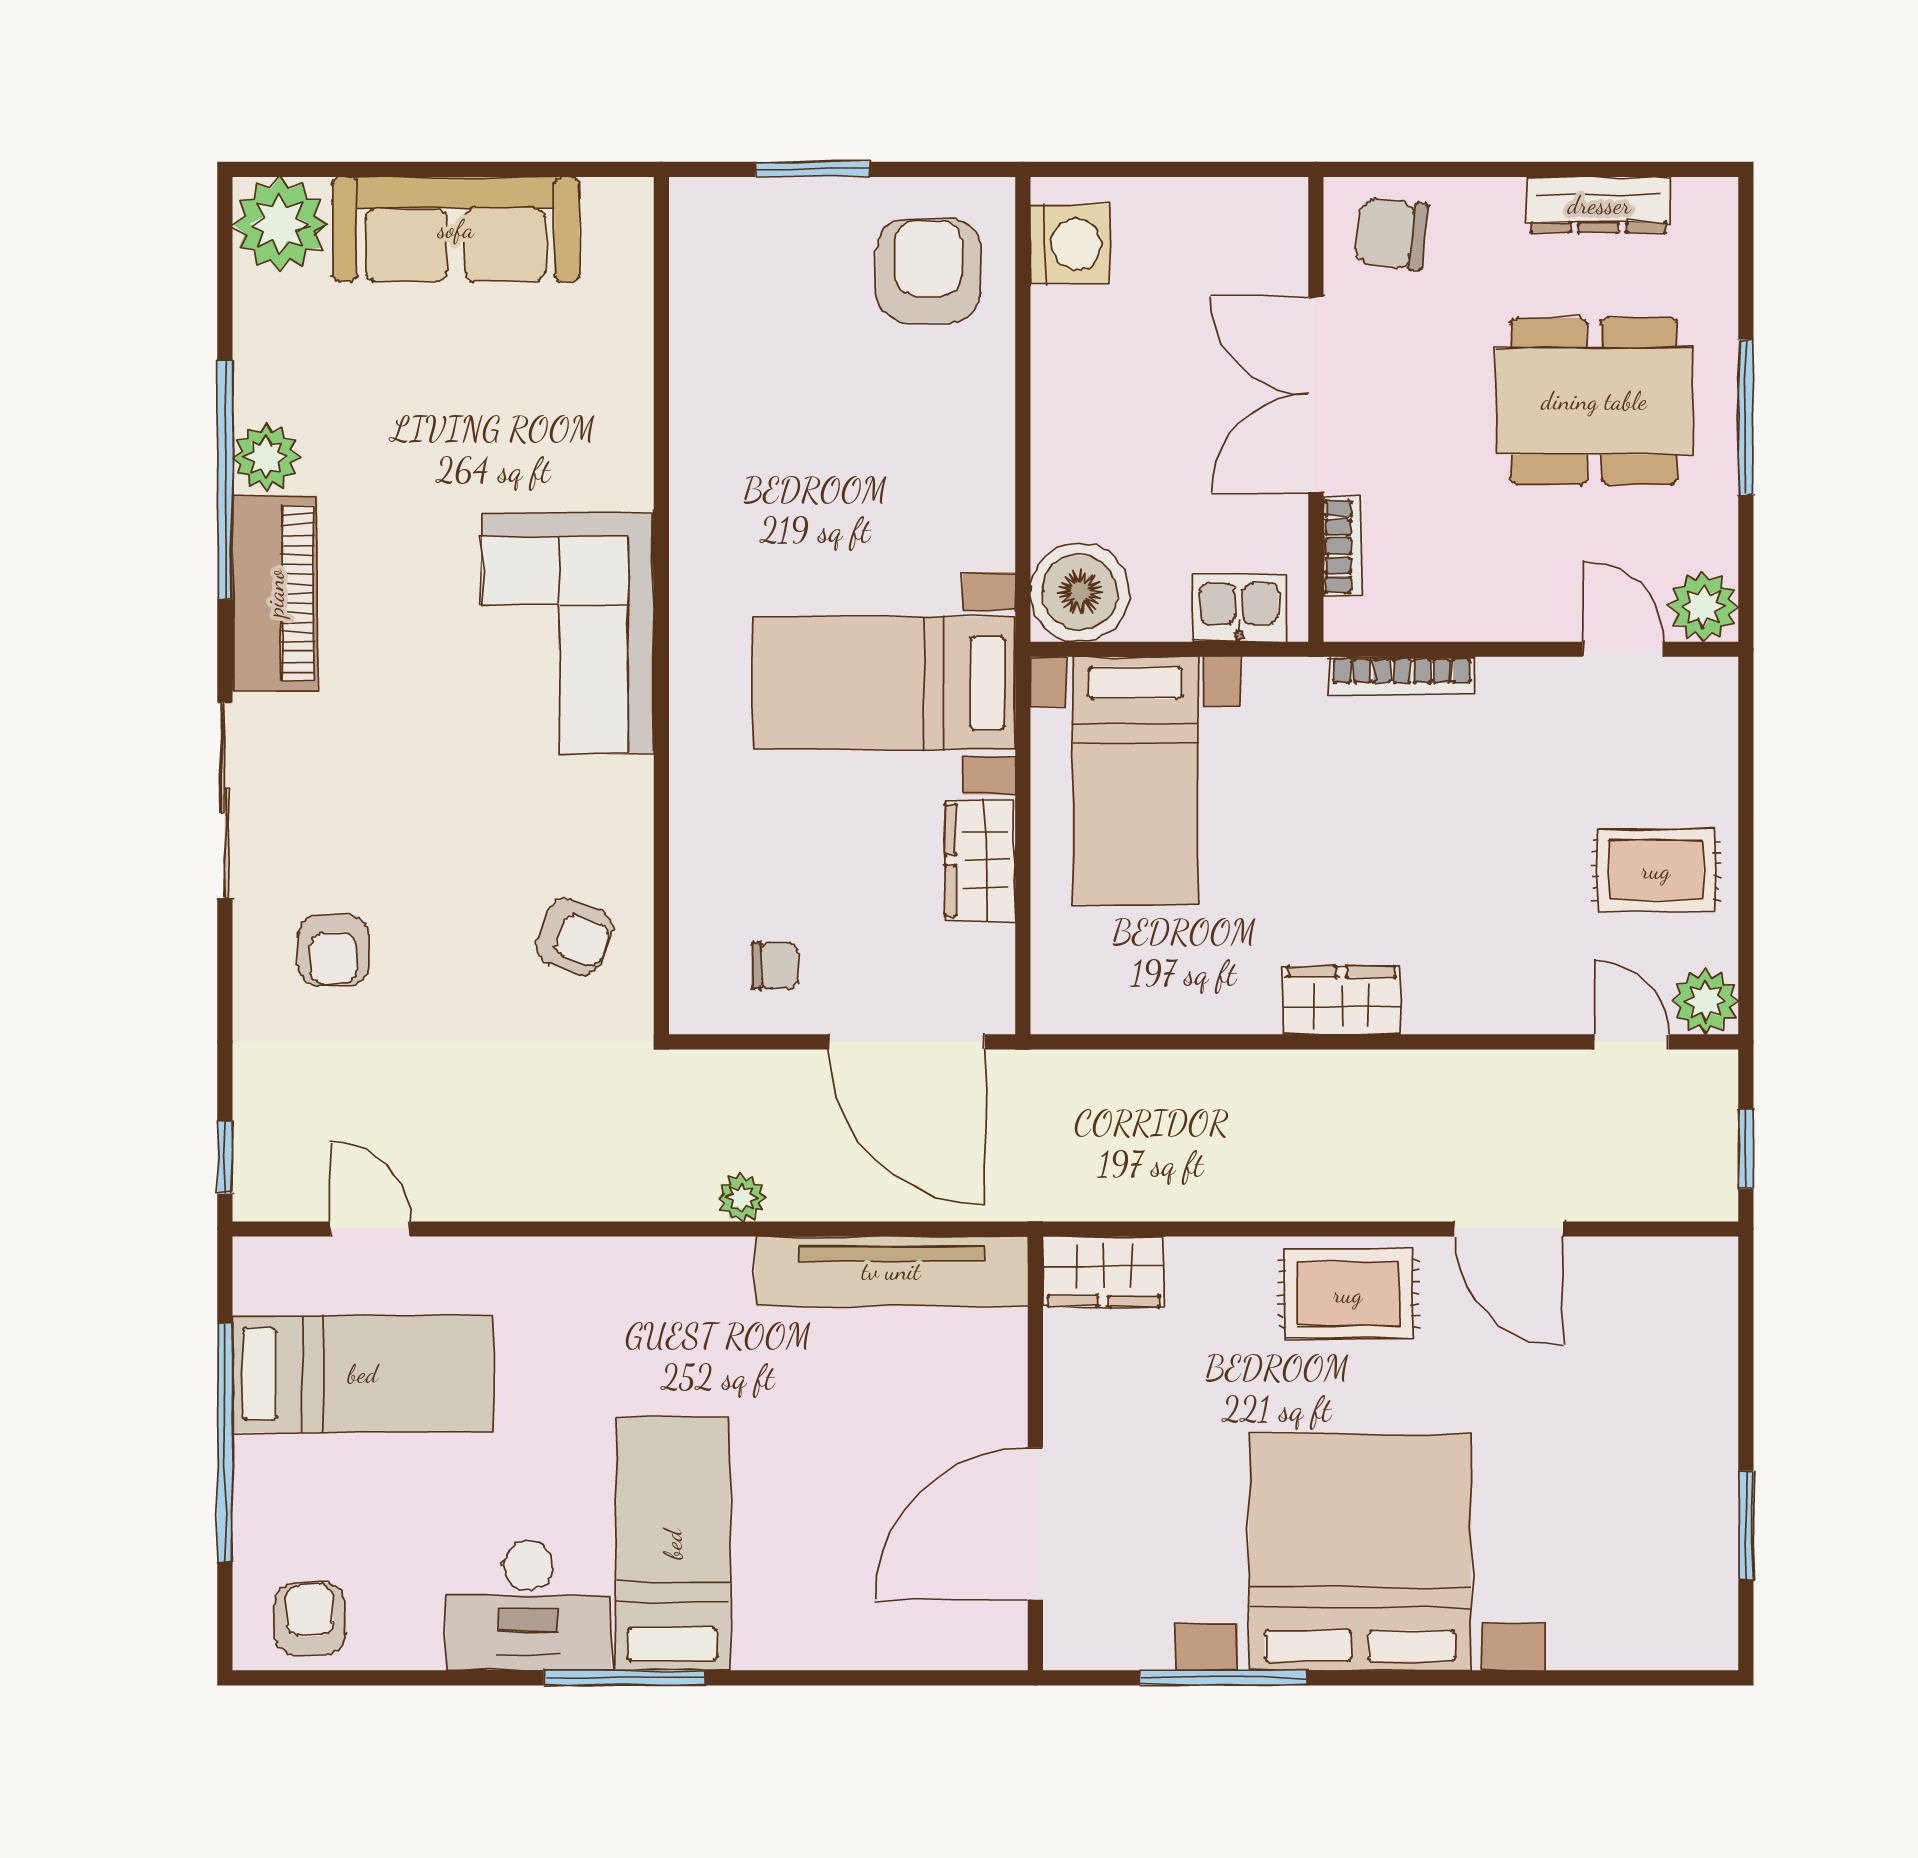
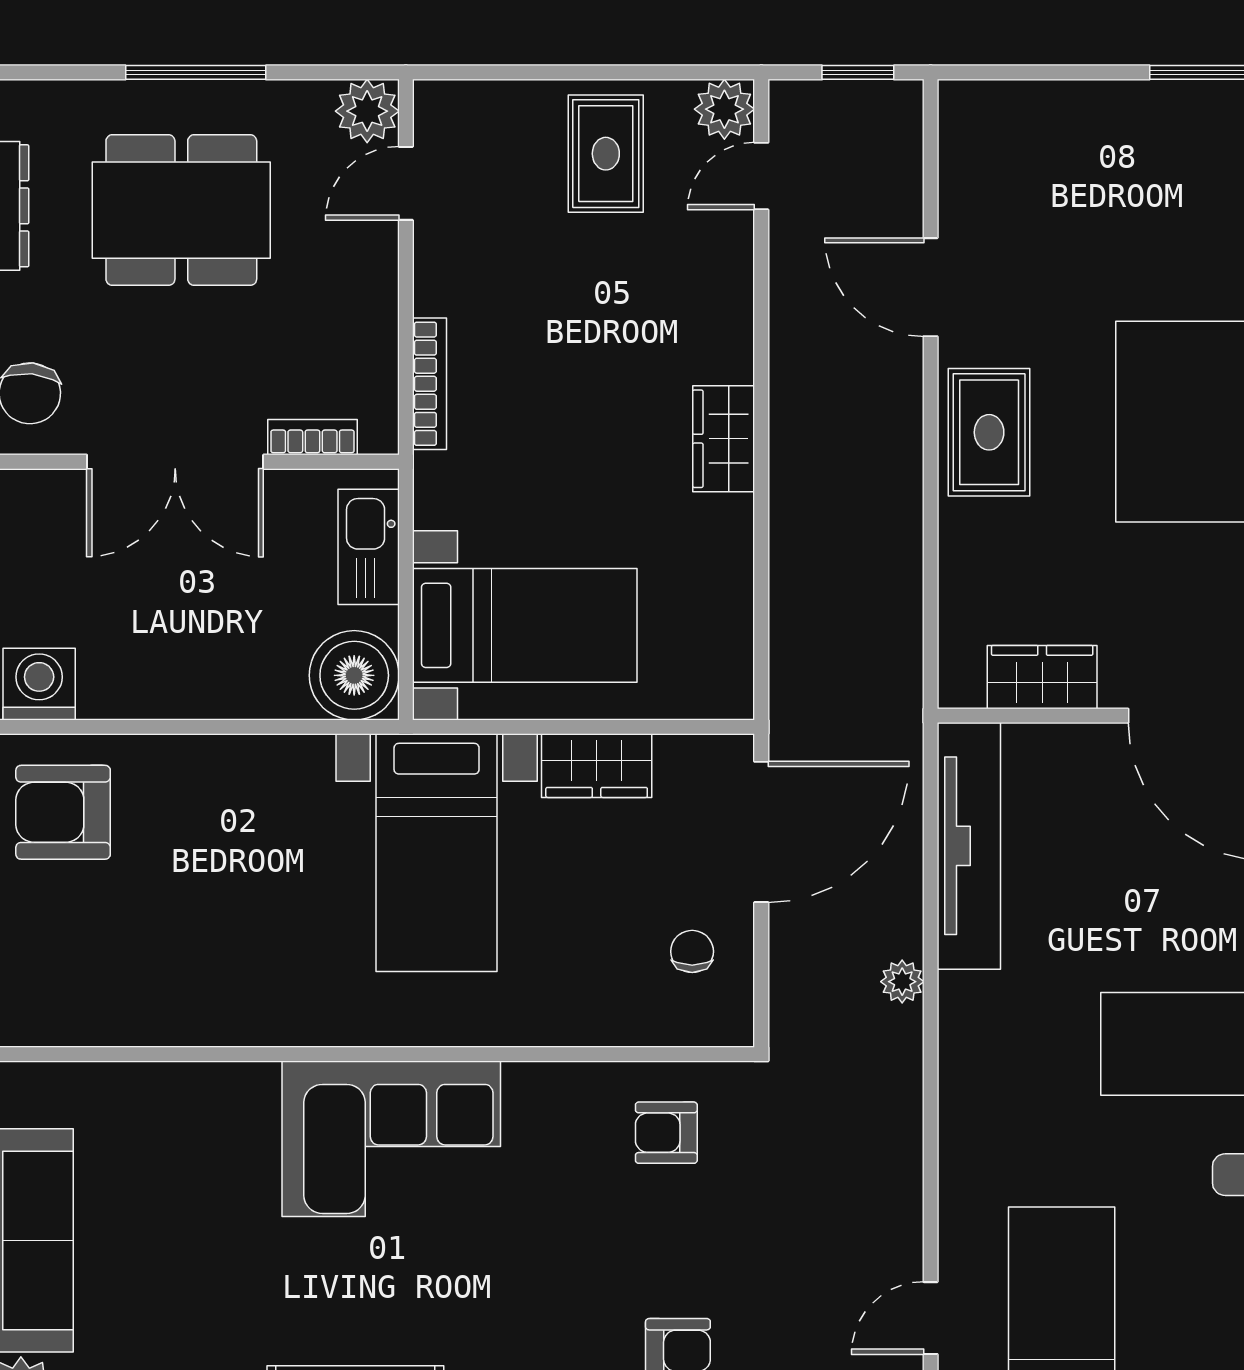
dining table: (1594, 401) -> (181, 210), turned 90
kitchen sink: (1239, 608) -> (369, 547), width x1.38
armchair: (575, 937) -> (666, 1133), turned -110
door: (1509, 1229) -> (931, 287), swing flipped
wardrobe: (1103, 1272) -> (1042, 677), moved, turned -90

